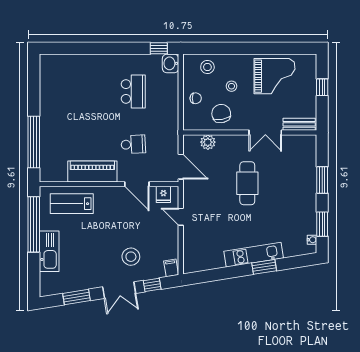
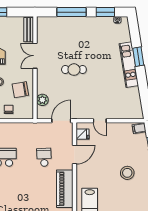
double door: (265, 133) -> (35, 56), swing flipped
window: (322, 180) -> (72, 12), width x1.44
cafe table: (247, 183) -> (74, 70), width x0.73, depth x0.74
door: (181, 217) -> (100, 121), hinge flipped
stool: (131, 257) -> (127, 173), moved

